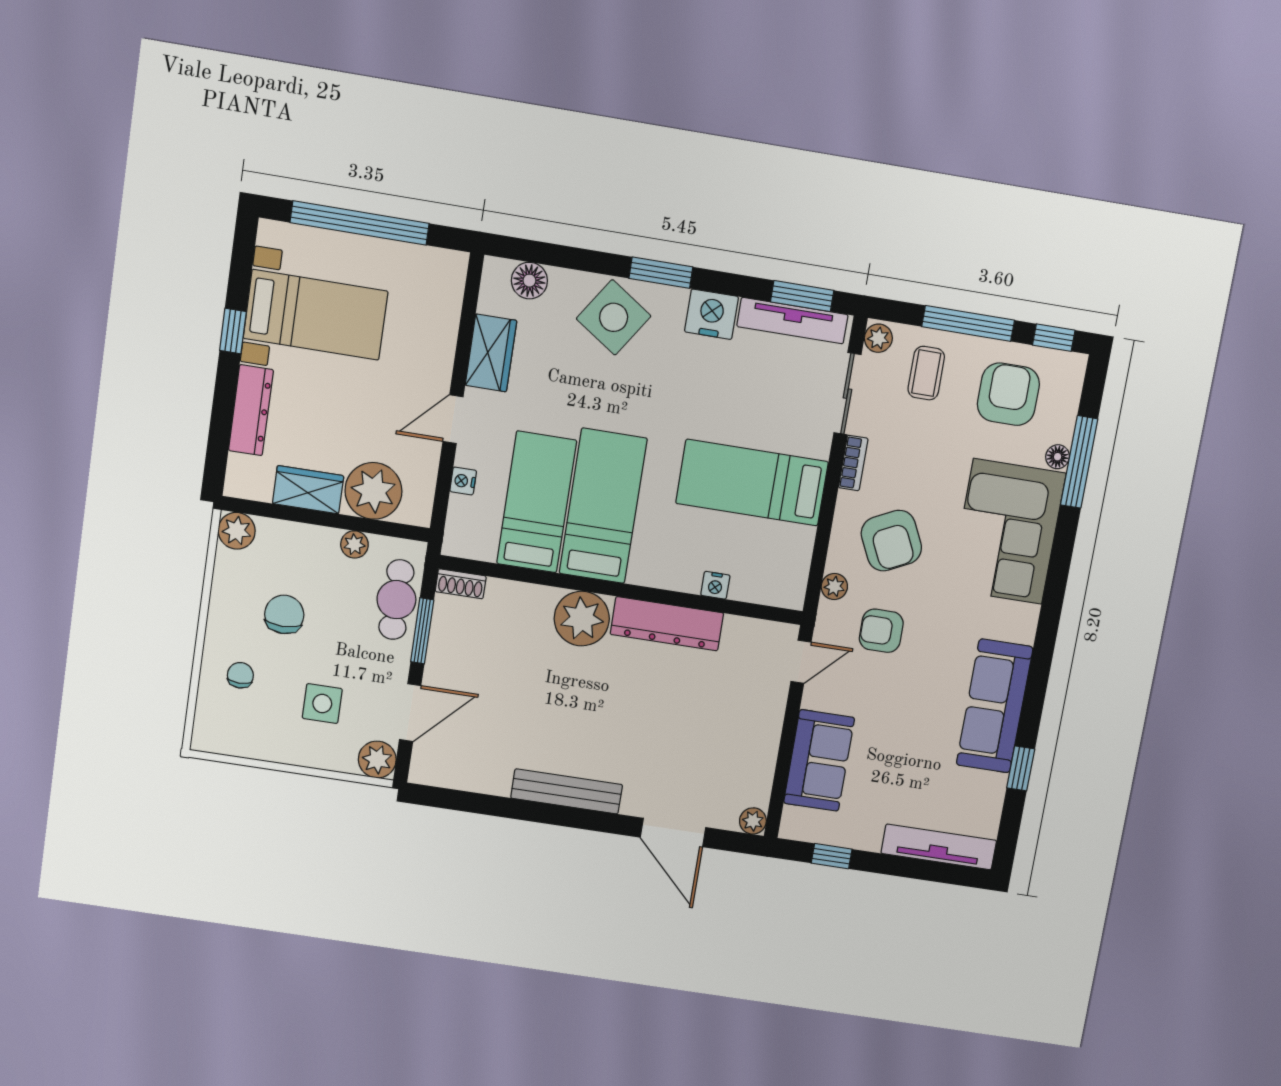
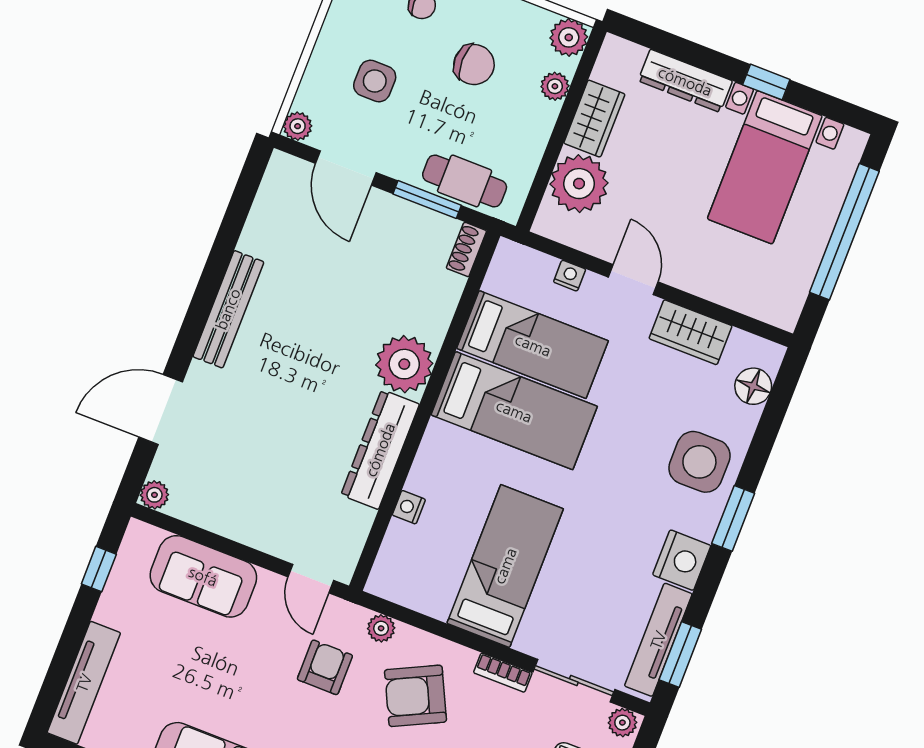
side table: (614, 317) -> (699, 462), turned -34
plant: (354, 544) -> (555, 86), moved
plant: (377, 760) -> (298, 126), width x0.73, depth x0.73

